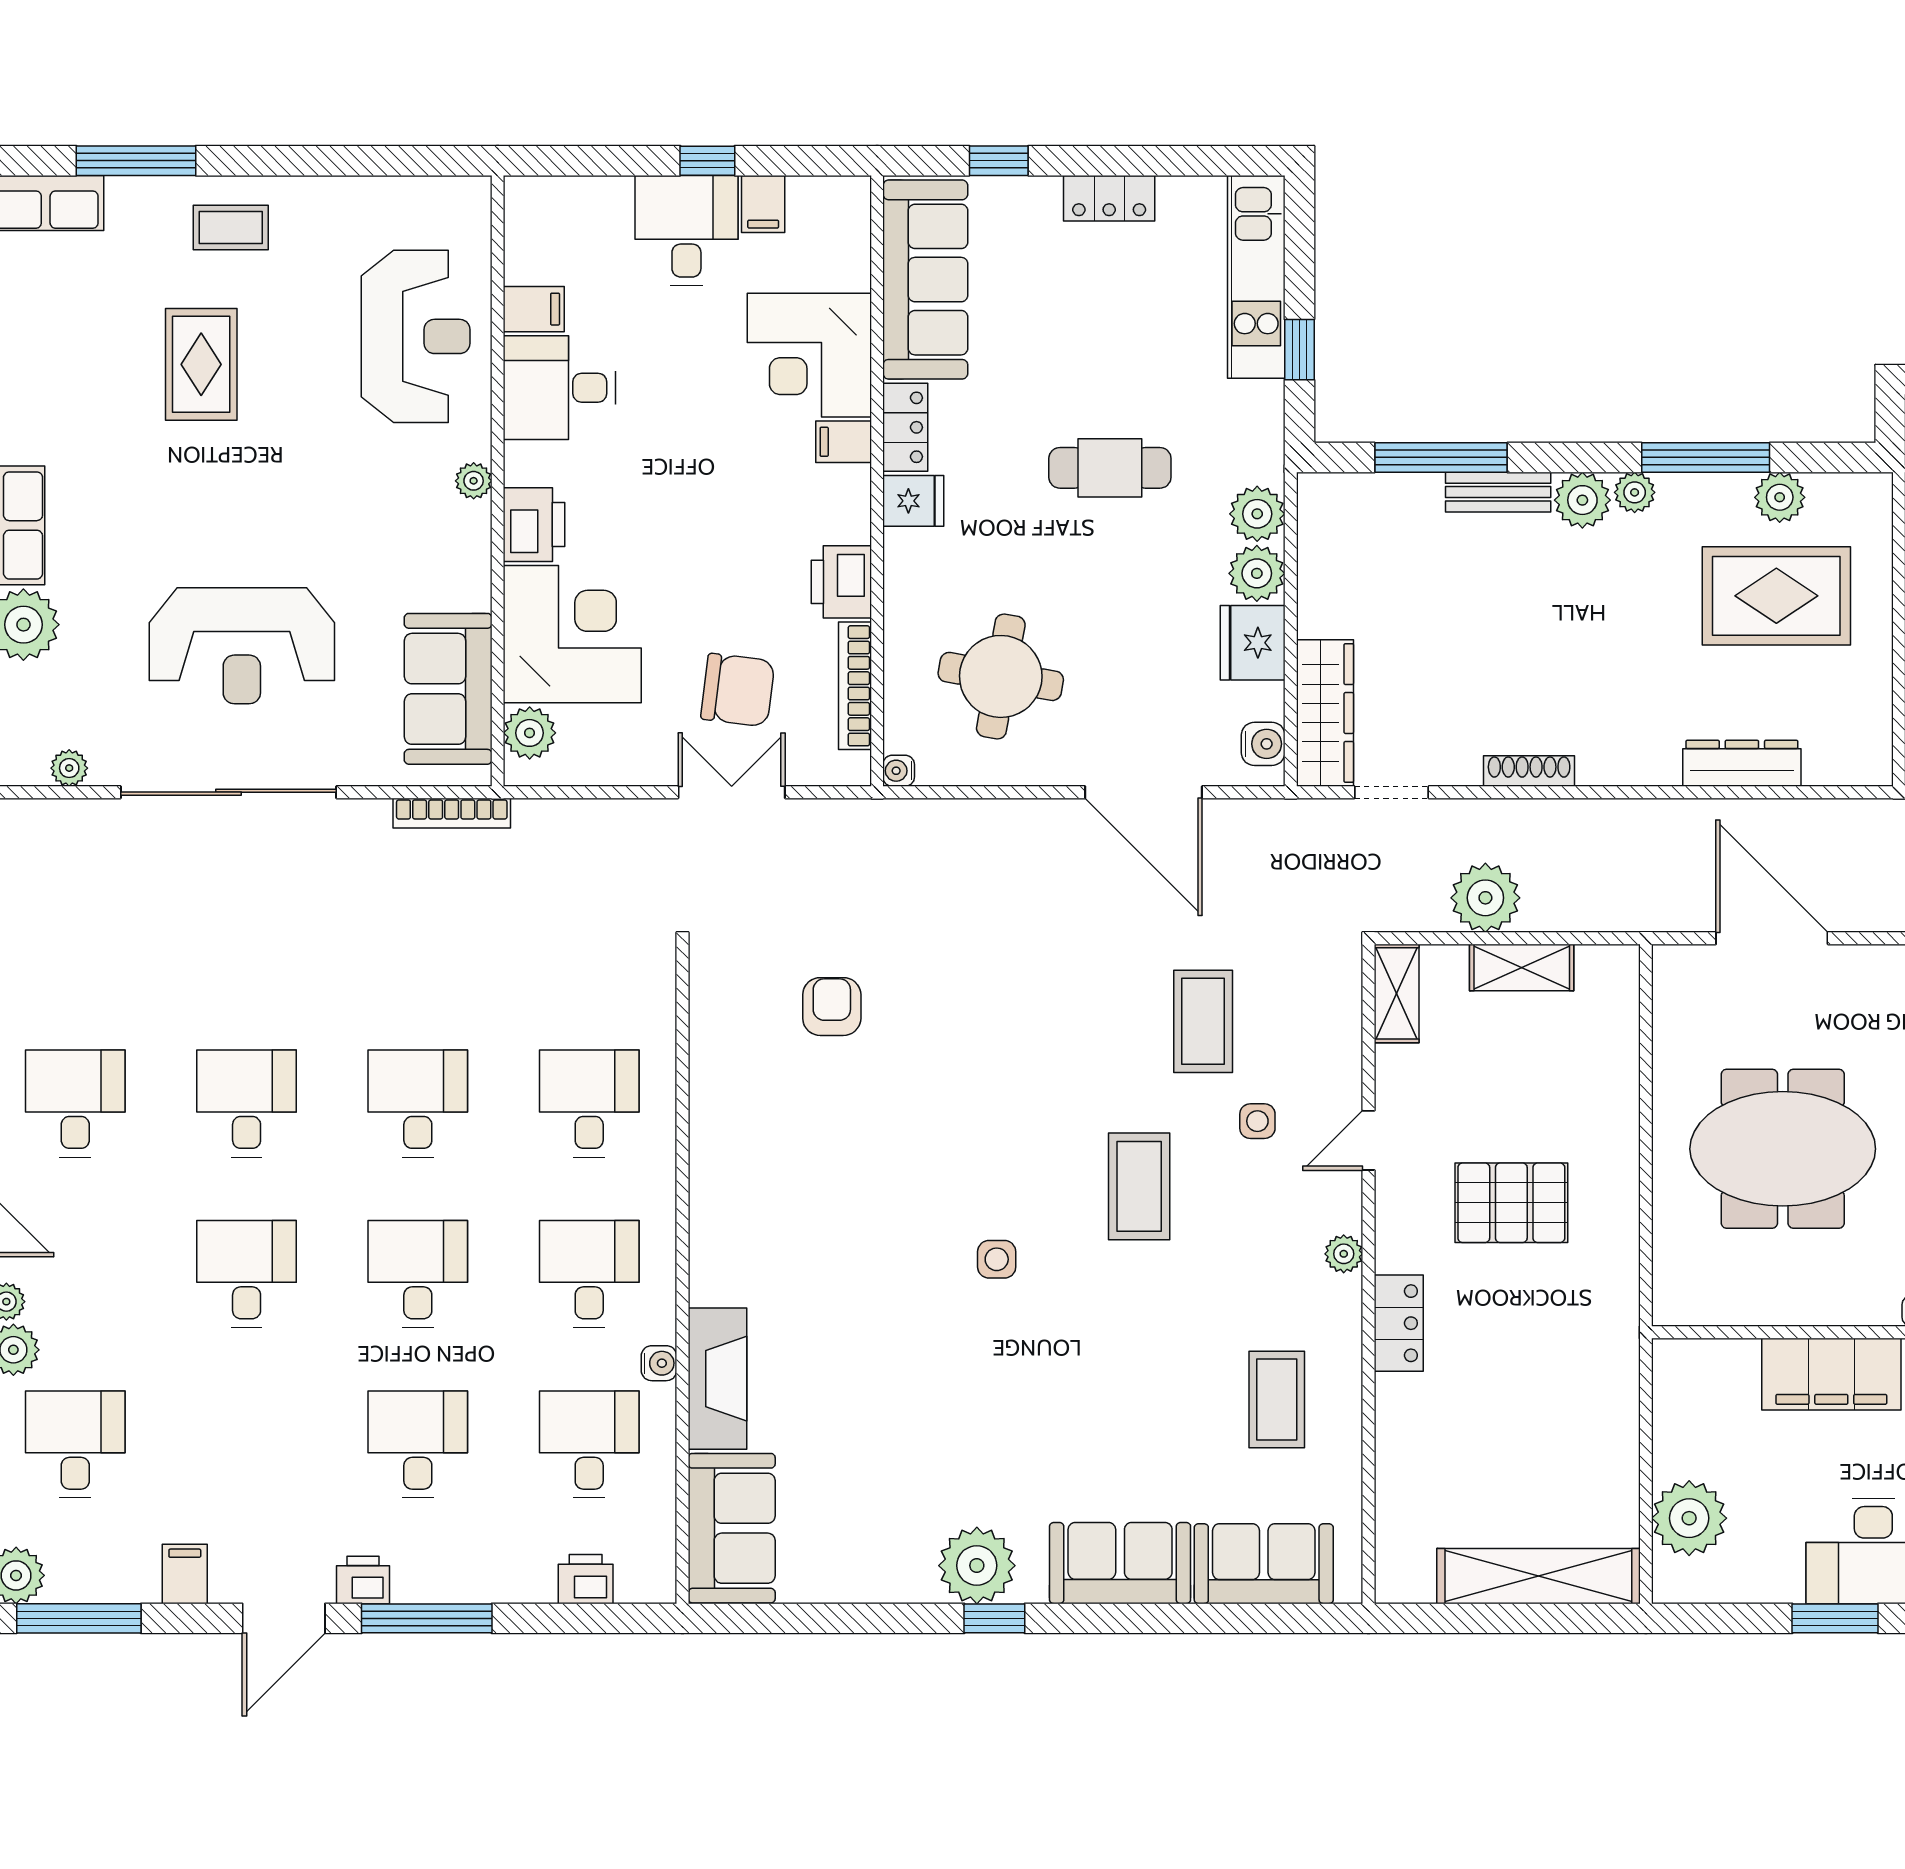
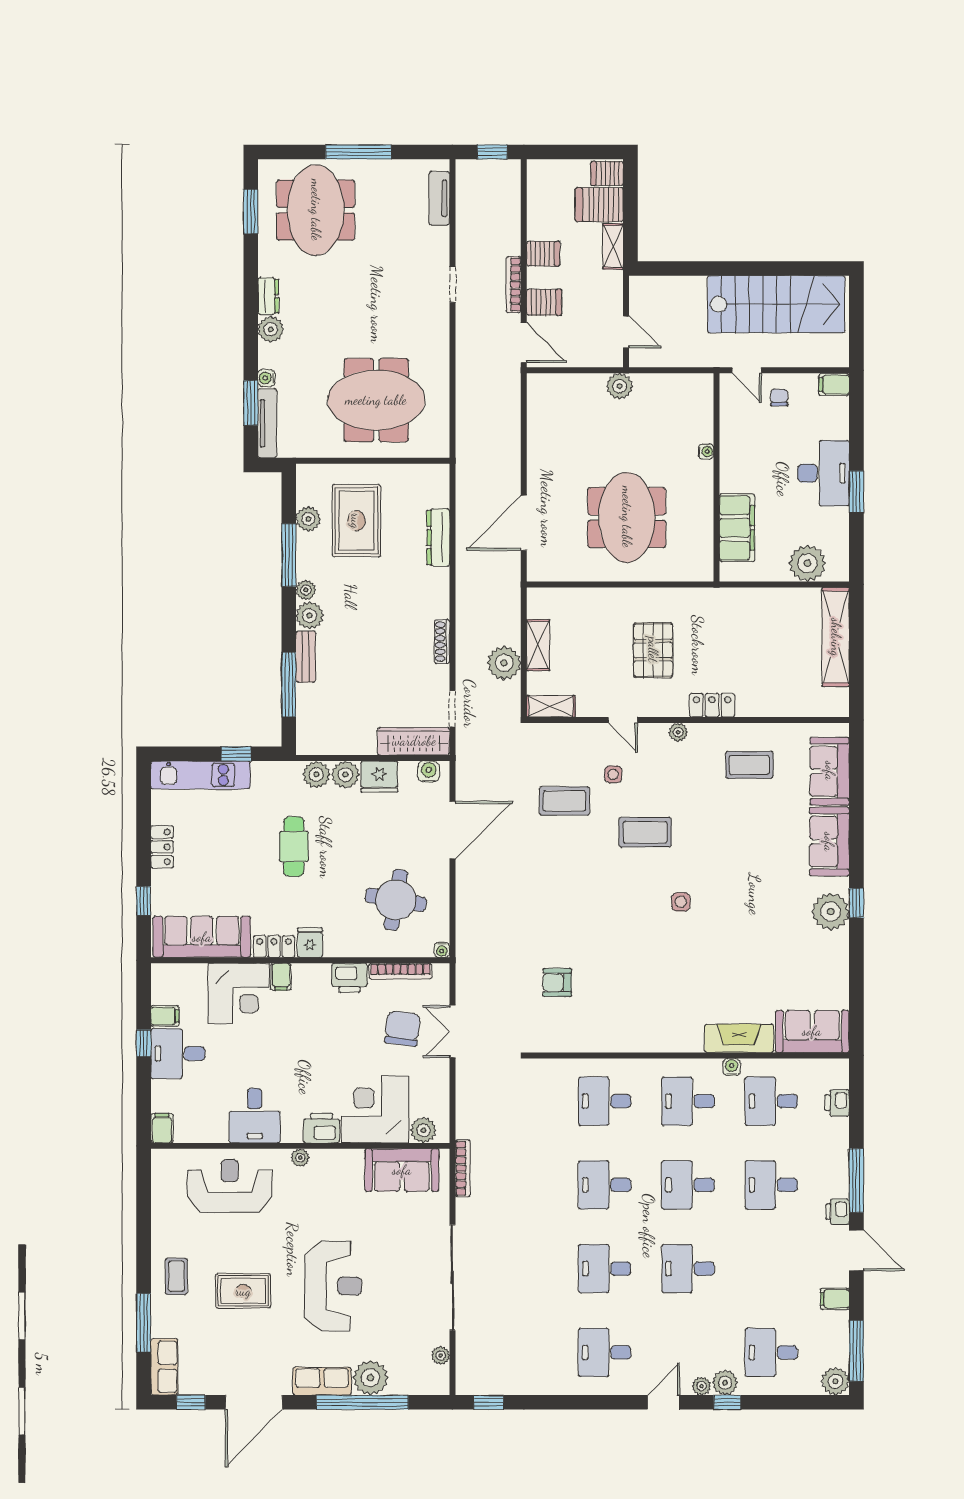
filing cabinet: (534, 309) -> (162, 1128), moved
reception desk: (242, 646) -> (333, 1286), moved
filing cabinet: (1831, 1374) -> (737, 528), moved

